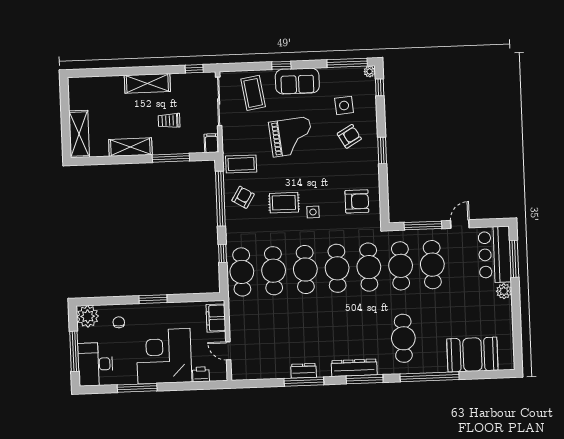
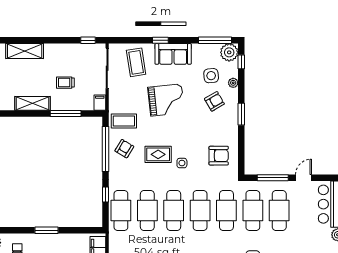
plant: (370, 71) -> (229, 52), width x1.88, depth x1.88
shelving: (147, 83) -> (25, 51), moved
plant: (371, 113) -> (233, 83), added

